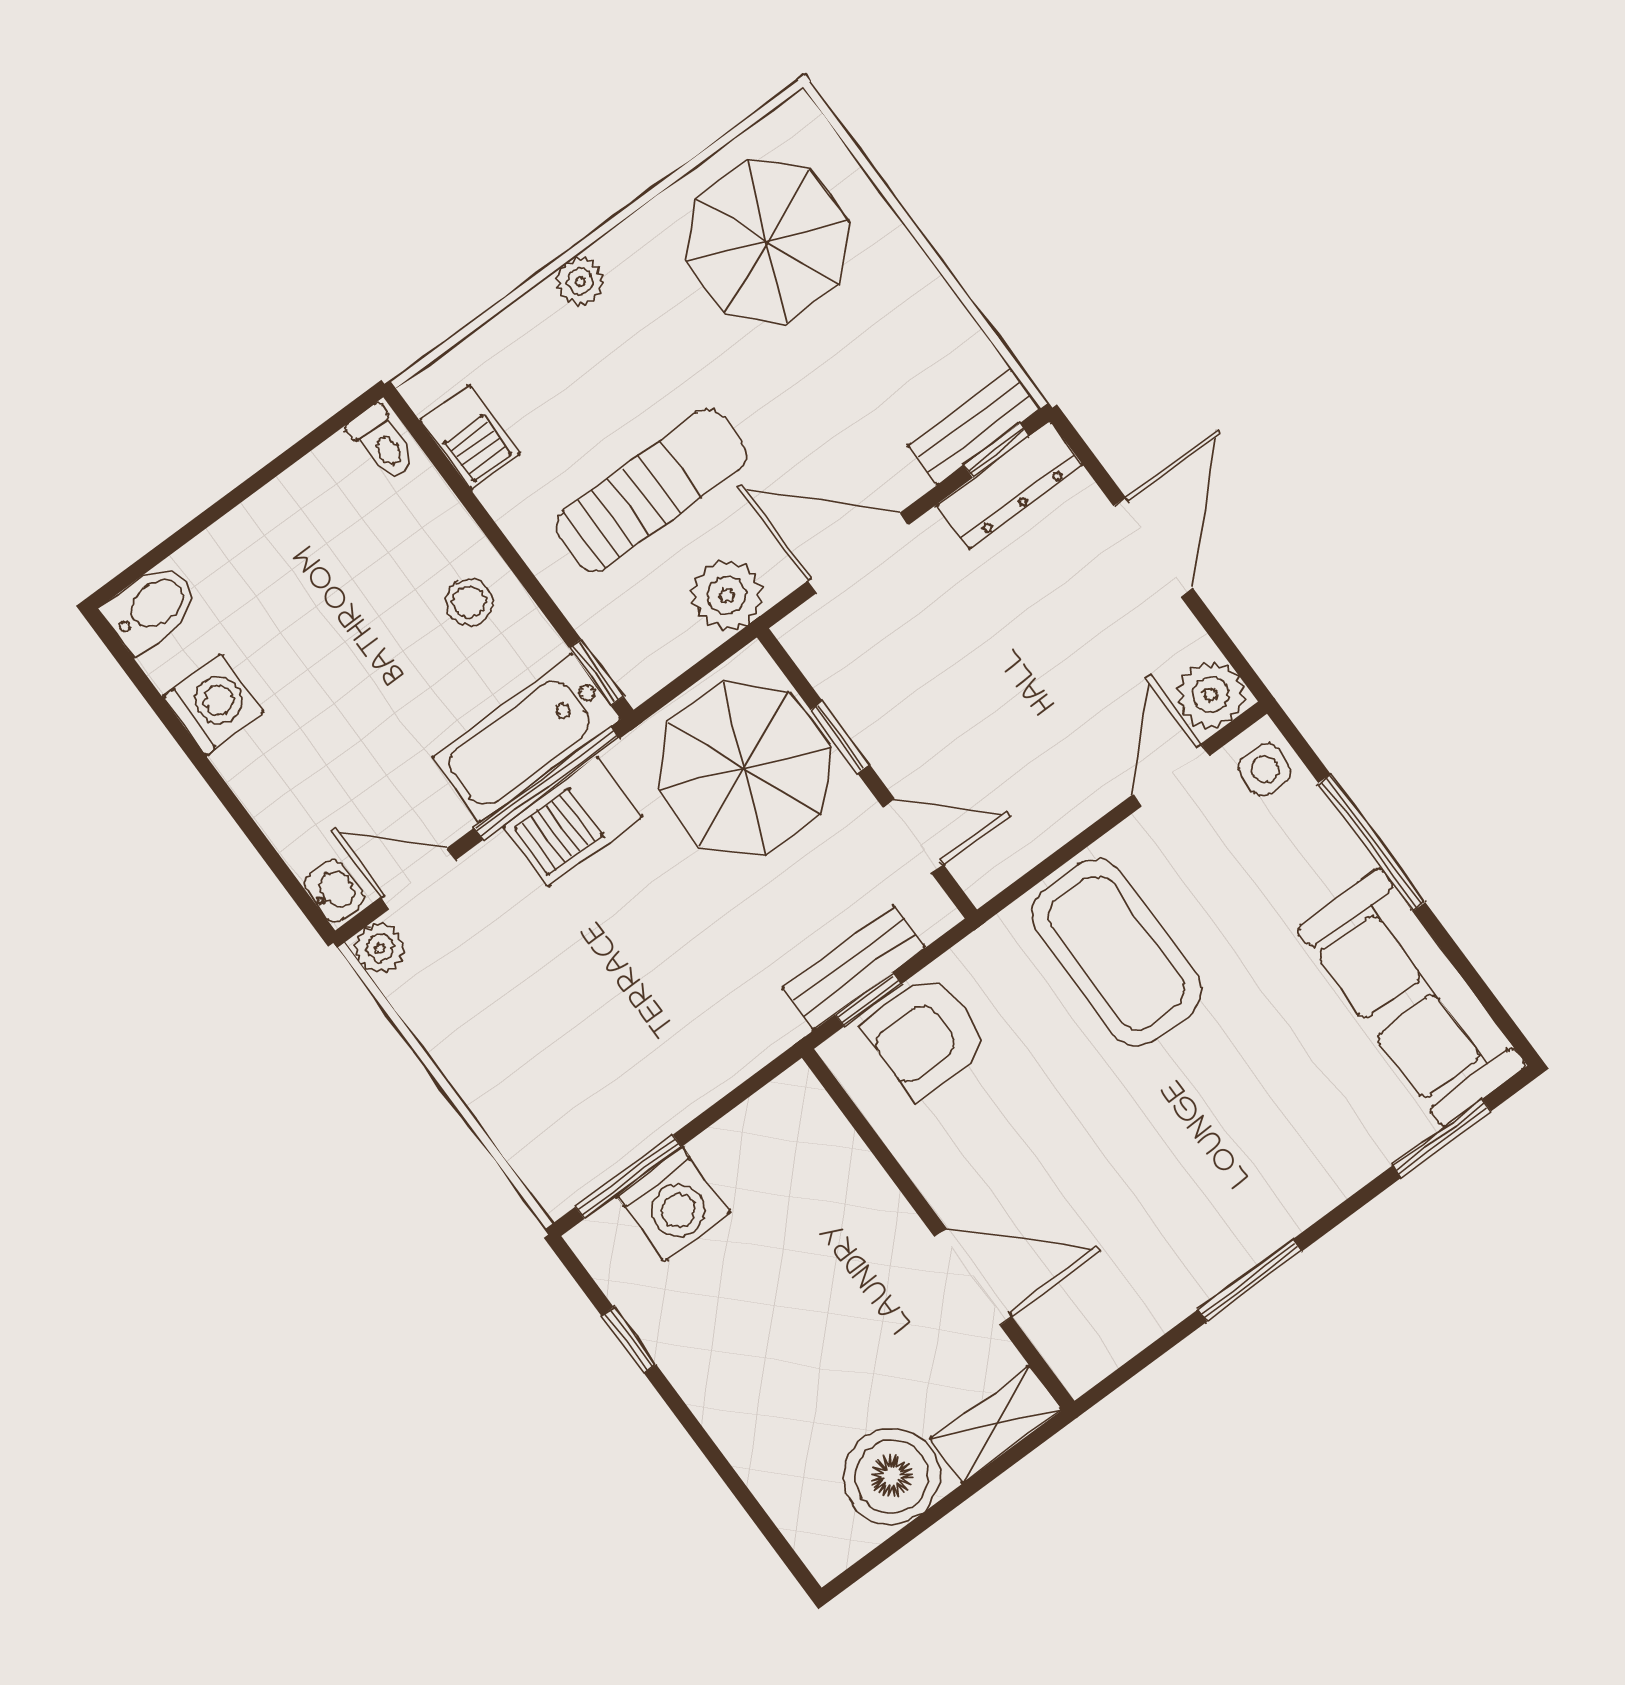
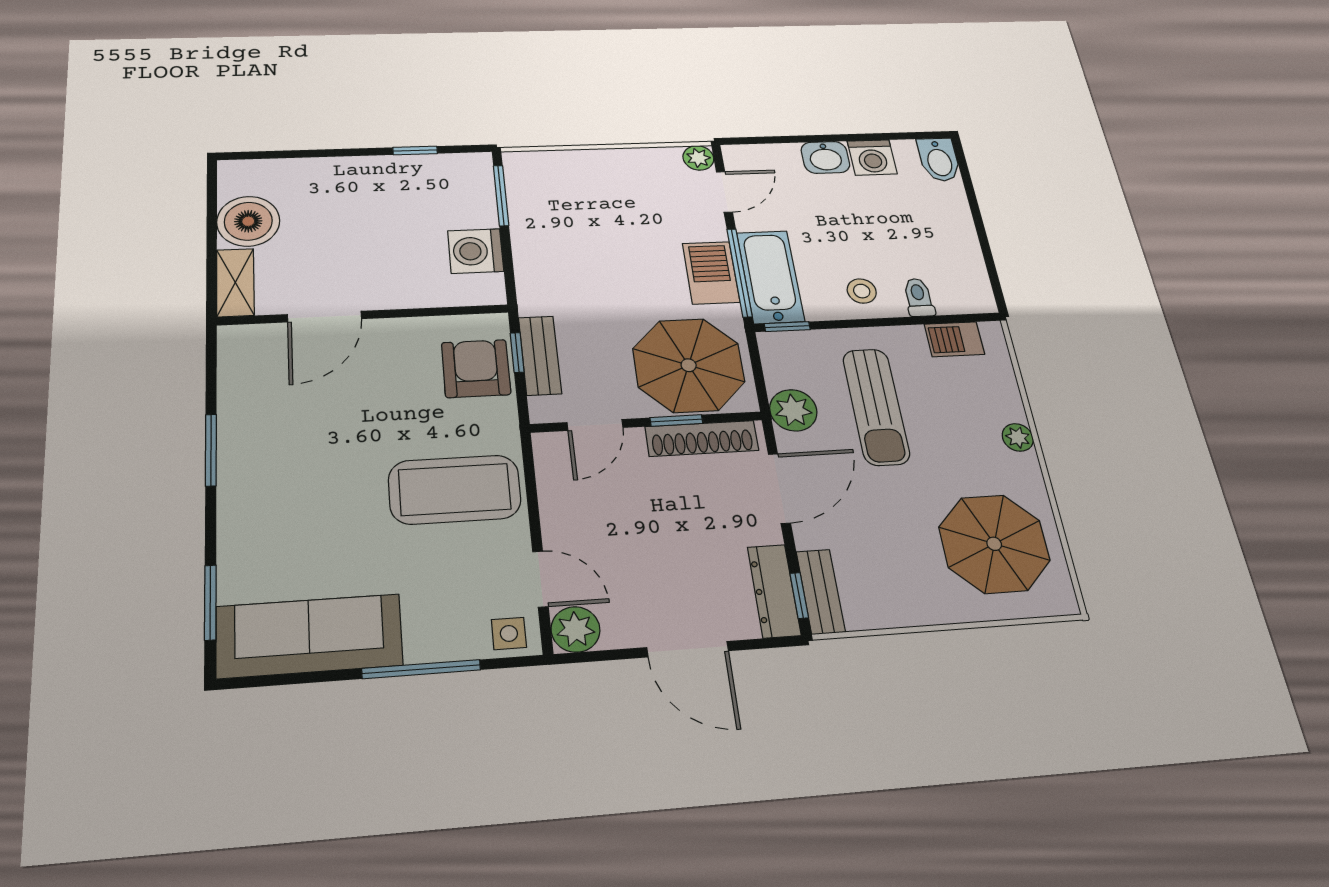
toilet: (382, 443) -> (919, 297), moved, turned 90
shoe rack: (846, 690) -> (702, 438), added
washbasin: (334, 891) -> (825, 157), moved, width x1.38, depth x1.45
washing machine: (673, 1204) -> (476, 251), moved

